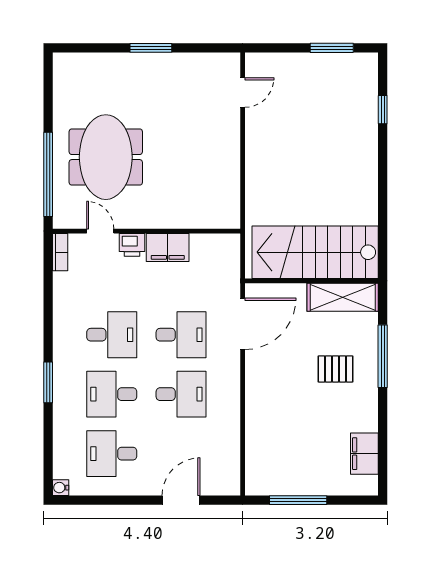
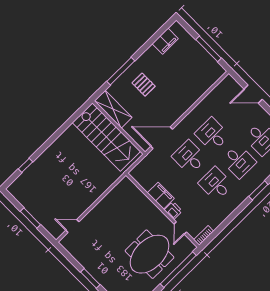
window: (332, 48) -> (30, 218), moved

